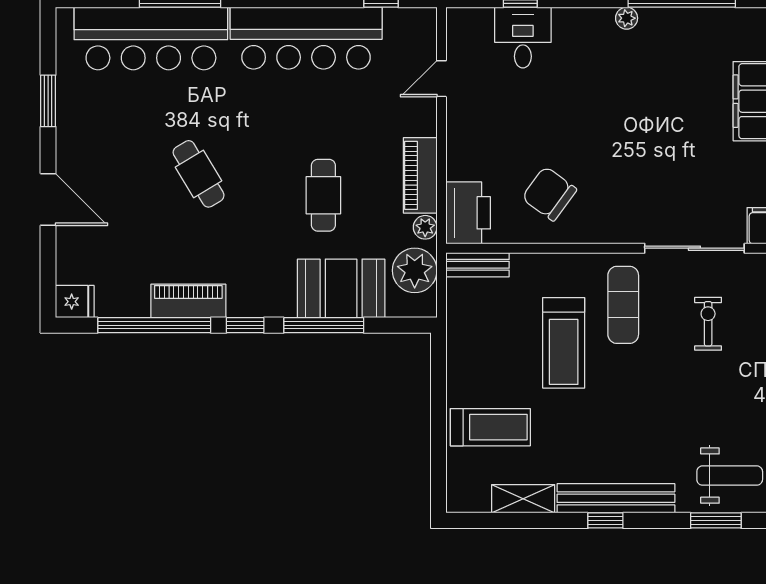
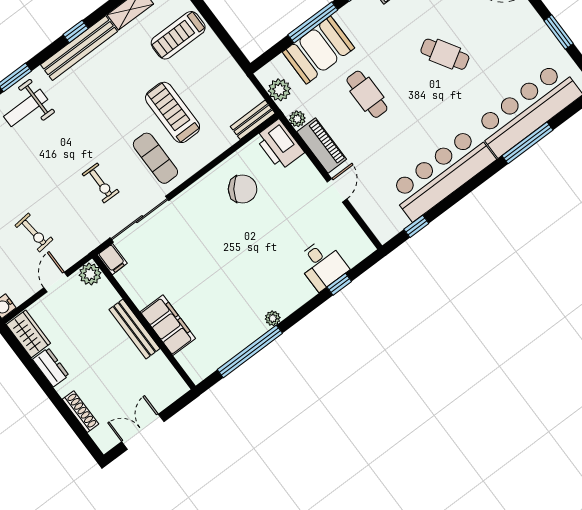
door: (441, 79) -> (337, 190), moved
plant: (415, 270) -> (279, 90), width x0.73, depth x0.73

